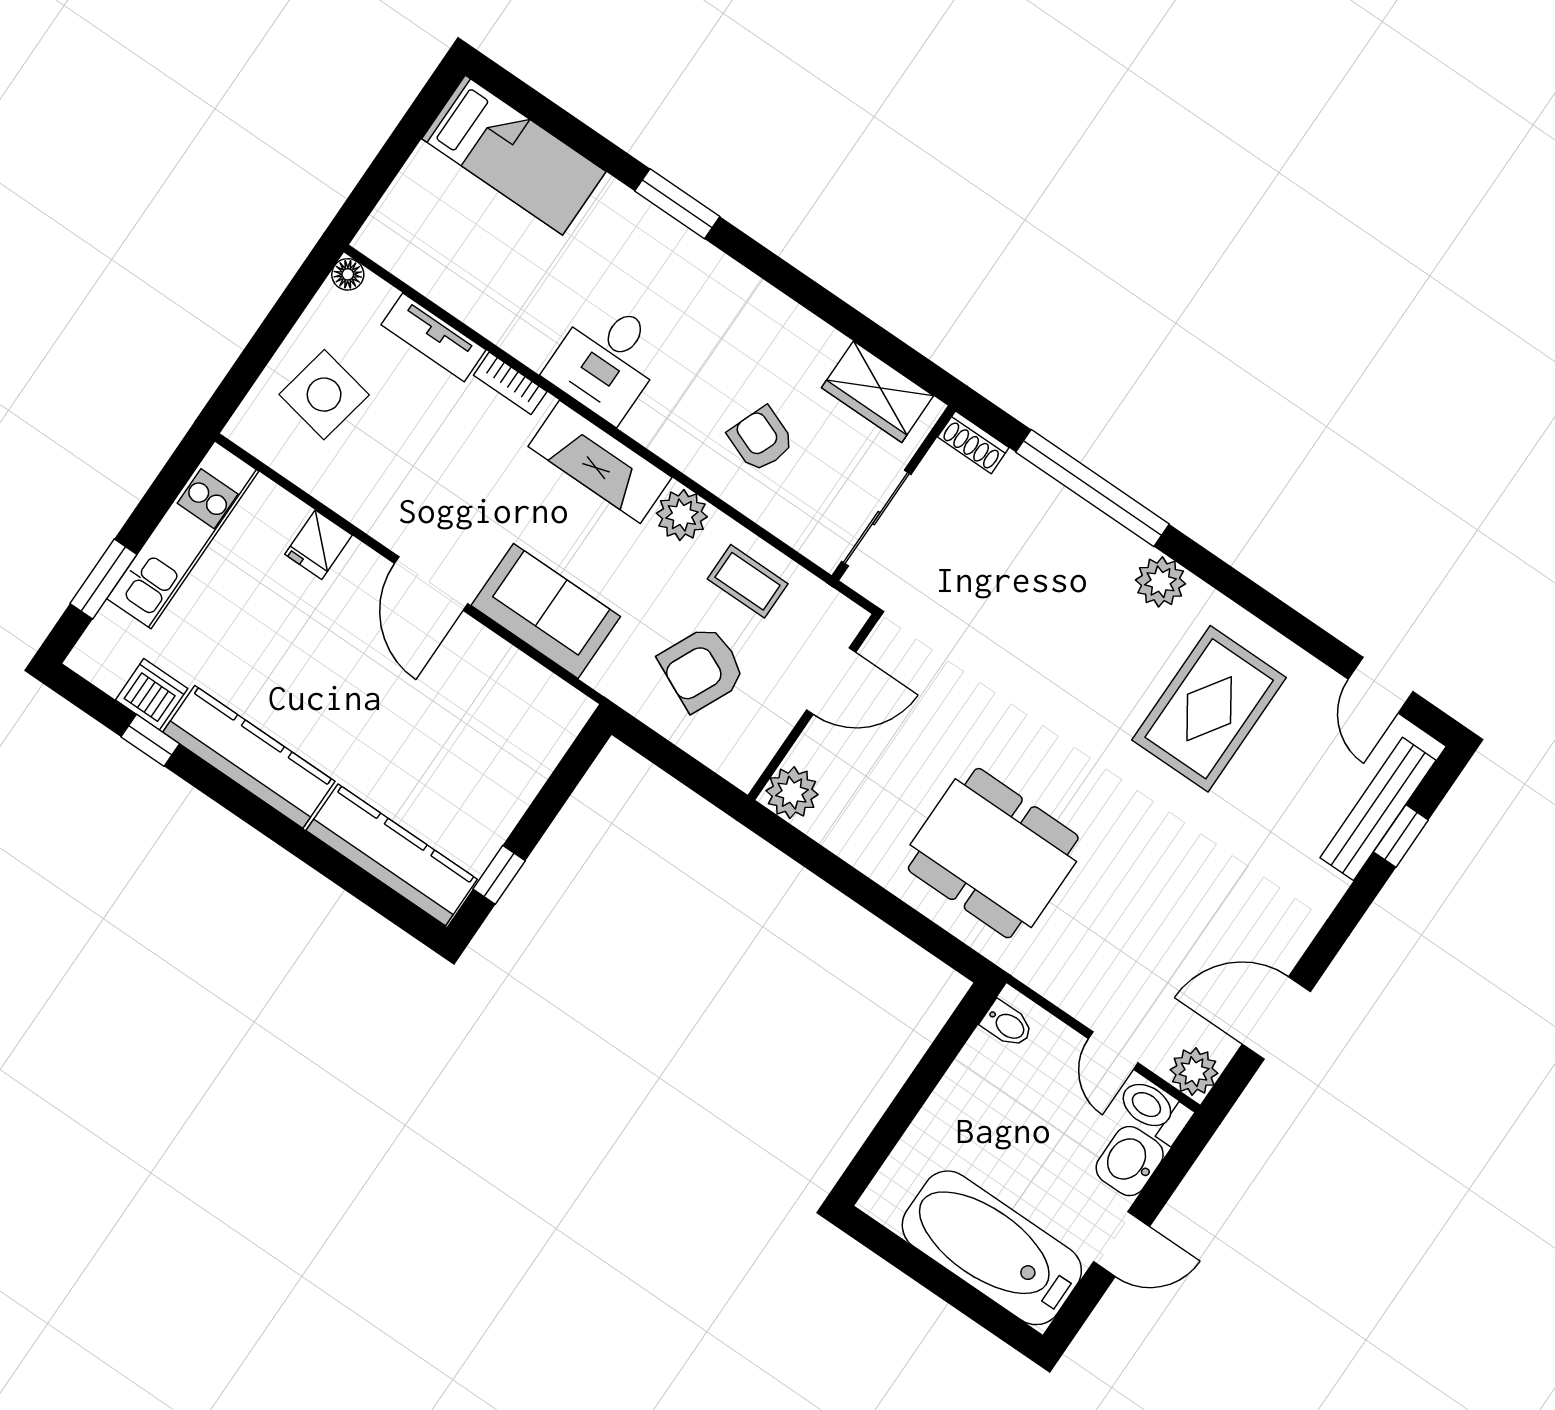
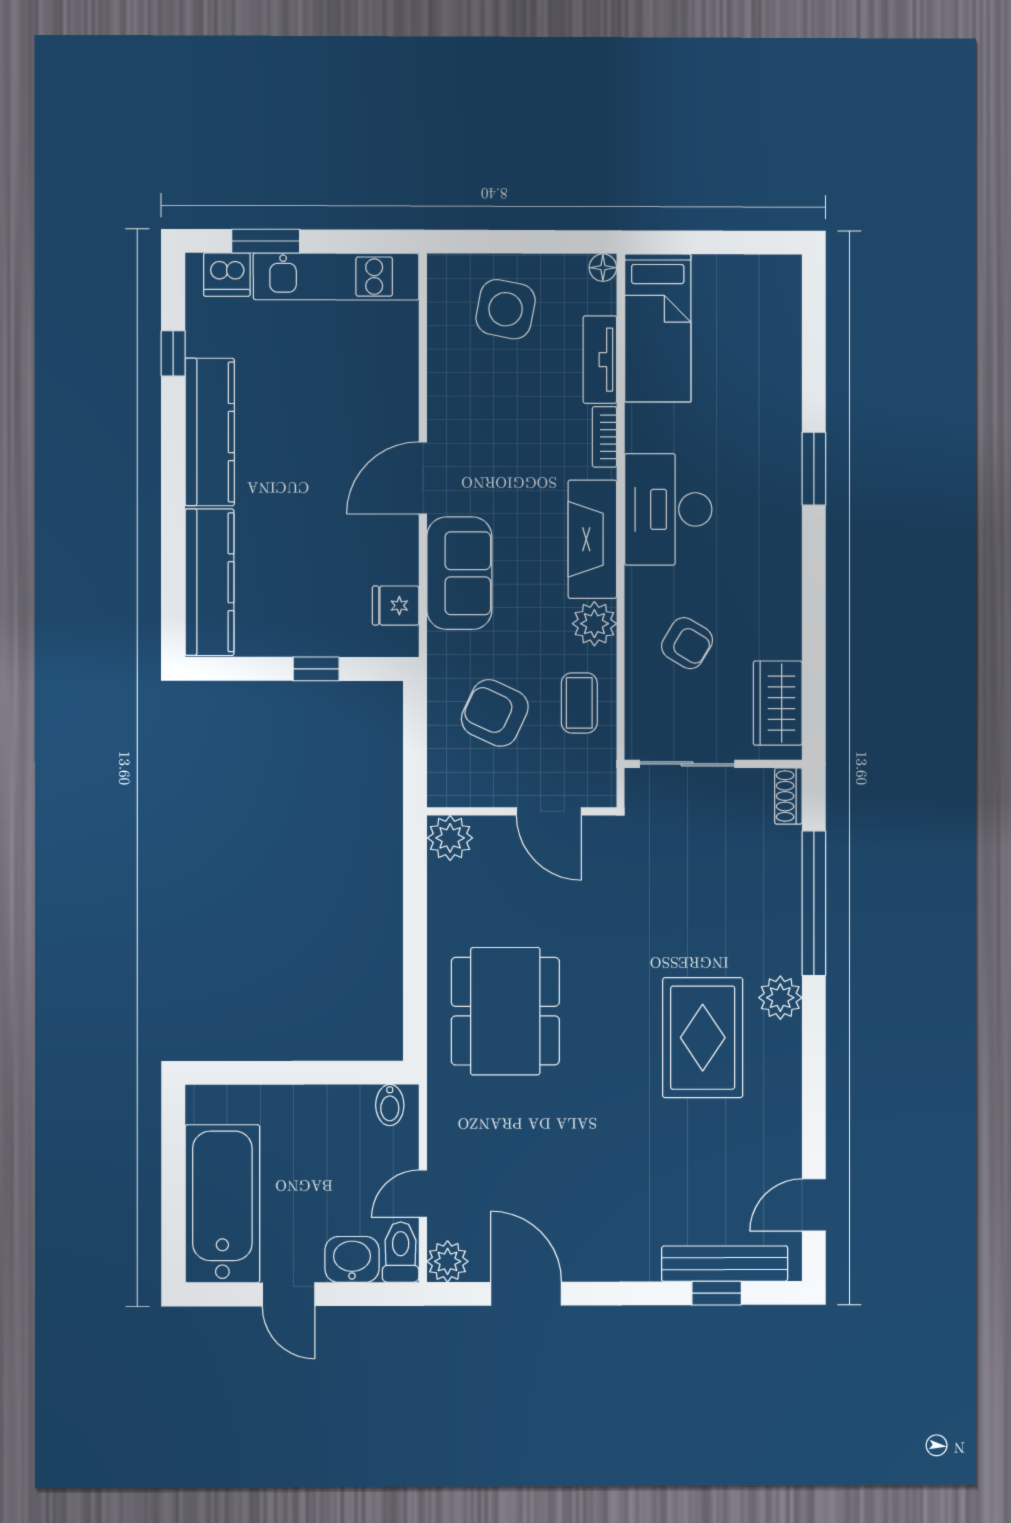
bed: (514, 155) -> (658, 328), moved
desk: (607, 360) -> (668, 509), width x1.37
armchair: (761, 439) -> (687, 643), turned 100
fridge: (319, 545) -> (396, 606), moved
dishwasher: (152, 694) -> (227, 275), moved, turned 90
rug: (1209, 709) -> (703, 1038), moved, turned 90
window: (499, 875) -> (316, 669), moved

